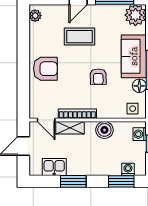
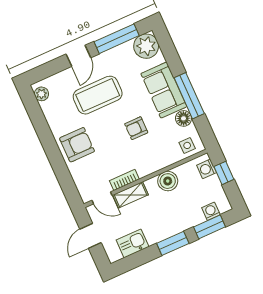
coffee table: (79, 37) -> (98, 95), width x1.36, depth x1.32
armchair: (98, 77) -> (136, 128), turned 91
bookcase: (77, 114) -> (124, 180), width x0.64
window: (73, 181) -> (173, 243), moved

